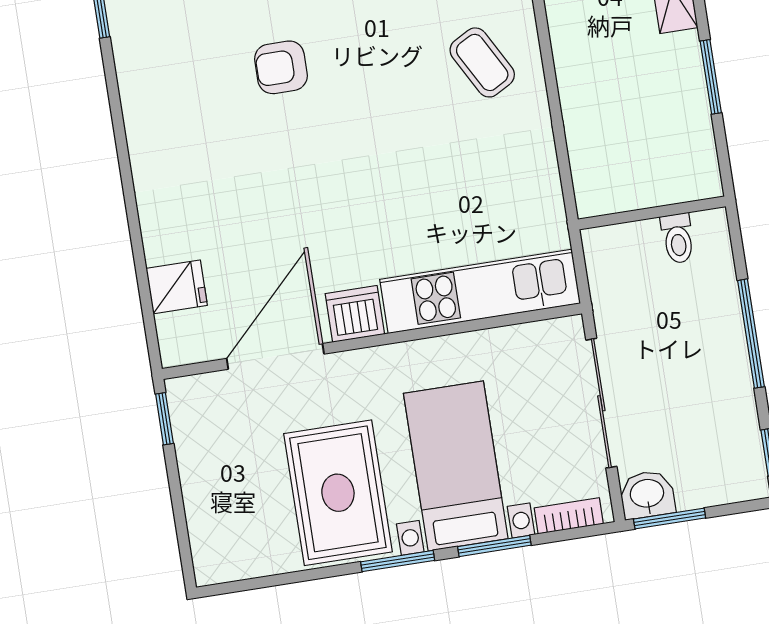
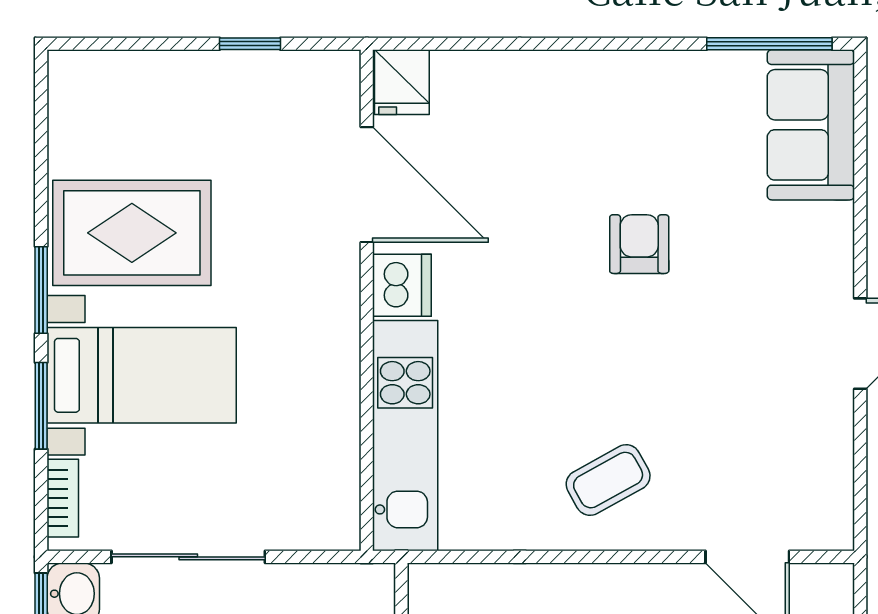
kitchen unit: (480, 291) -> (405, 436), moved
dishwasher: (355, 314) -> (402, 285), moved
wall: (372, 341) -> (367, 300), moved
door: (275, 356) -> (367, 185), moved

